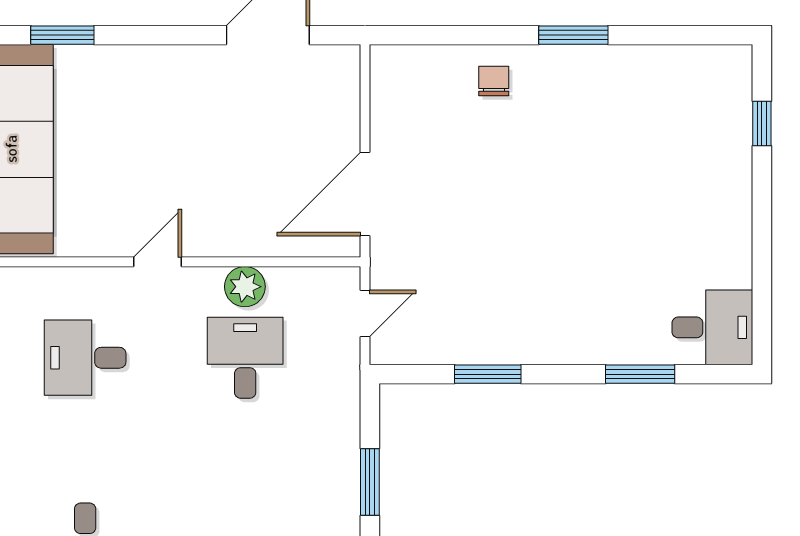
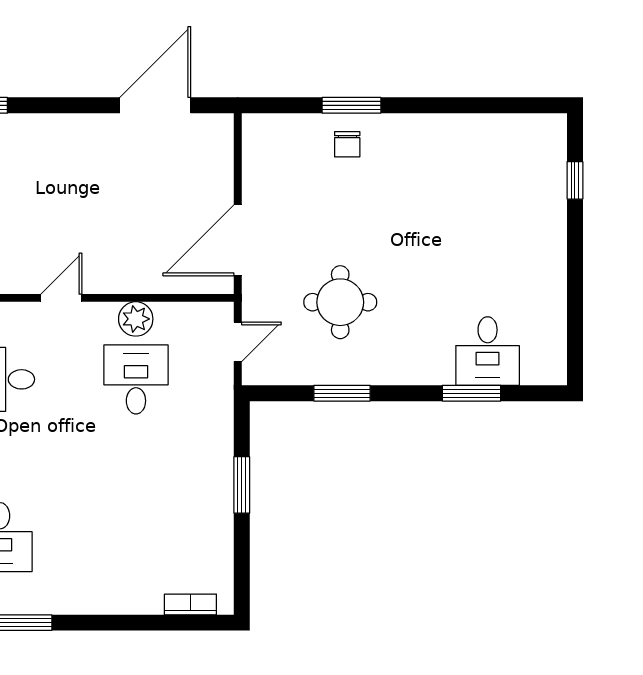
window: (573, 35) -> (351, 105), moved
chair: (494, 81) -> (347, 144), turned 180
round table: (486, 267) -> (340, 302), added
desk: (712, 327) -> (488, 351), moved, turned 90

